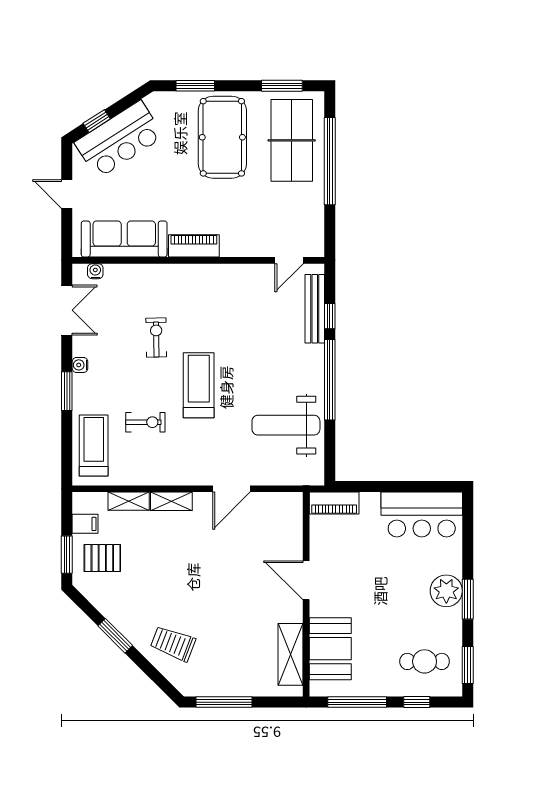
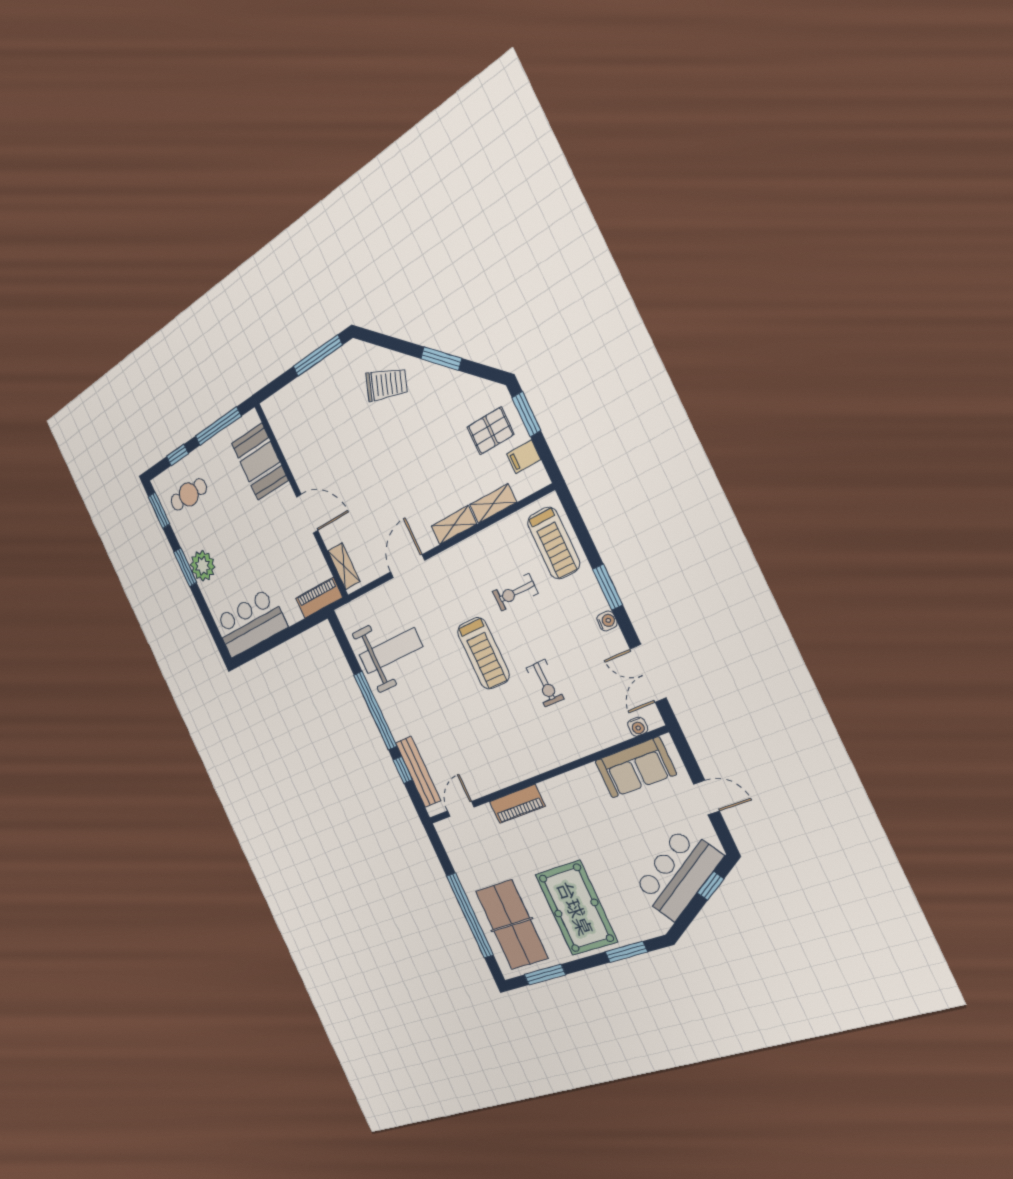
sofa: (124, 239) -> (635, 767), width x0.73
piano: (194, 246) -> (517, 804), moved
shelving: (290, 654) -> (344, 566), moved, width x0.67, depth x0.75

